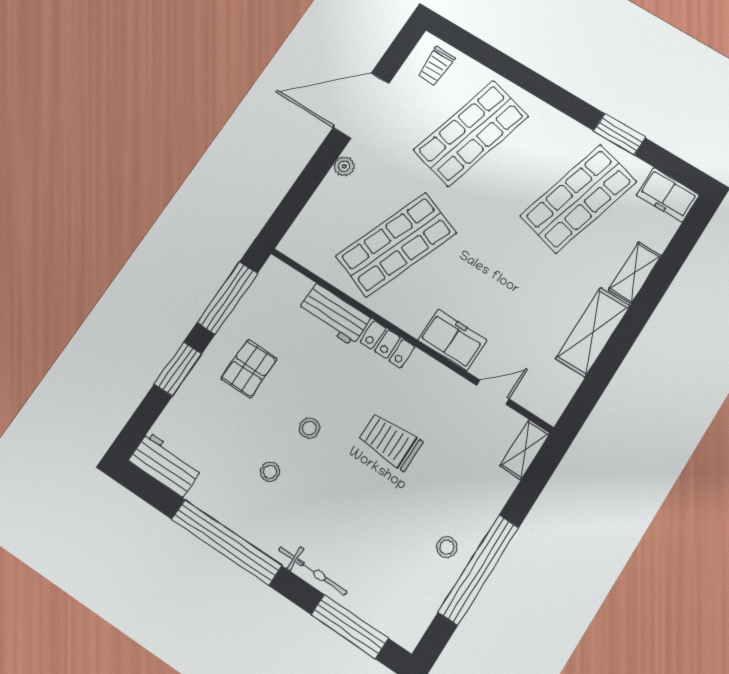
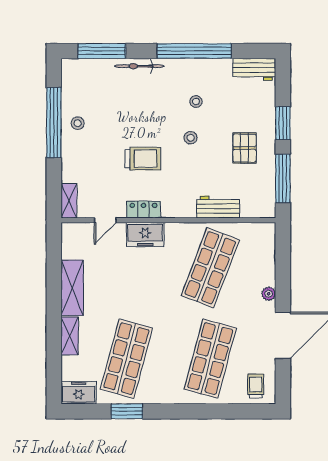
locker: (387, 344) -> (144, 210), moved

